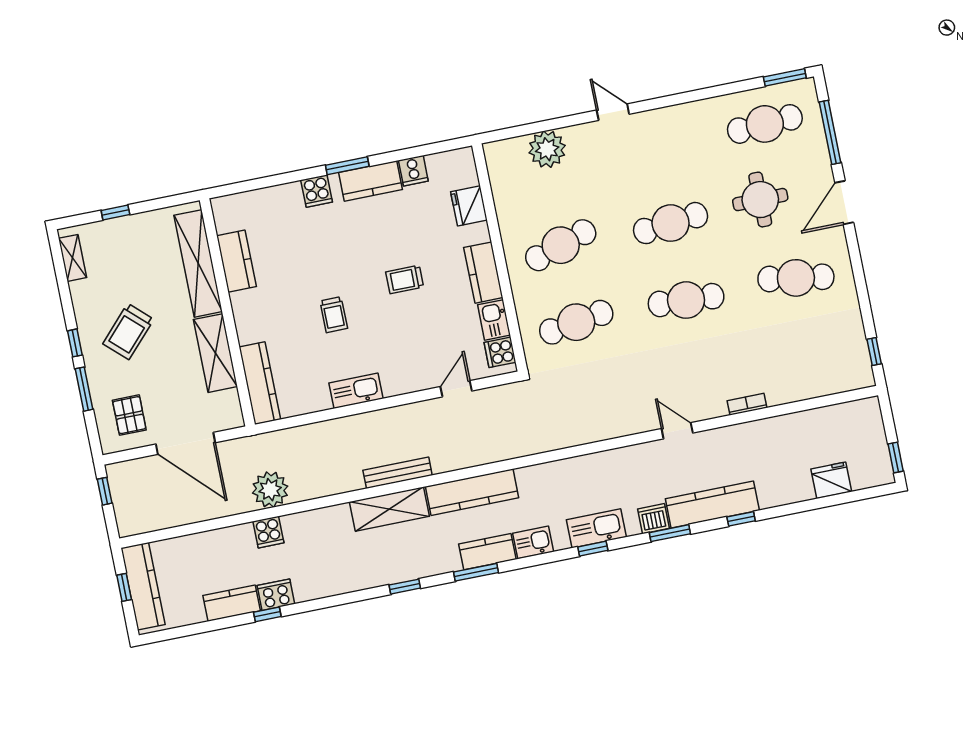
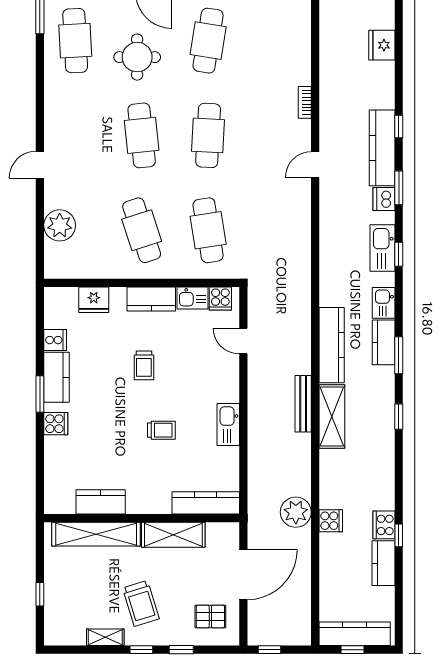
shelving: (73, 258) -> (105, 637), moved
trolley: (128, 331) -> (141, 603), turned 30
window: (84, 389) -> (181, 650), width x0.67

